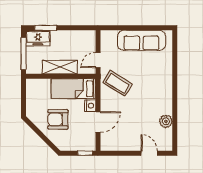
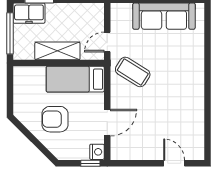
nightstand: (90, 106) -> (97, 152), moved
plant: (166, 121) -> (196, 122), removed

